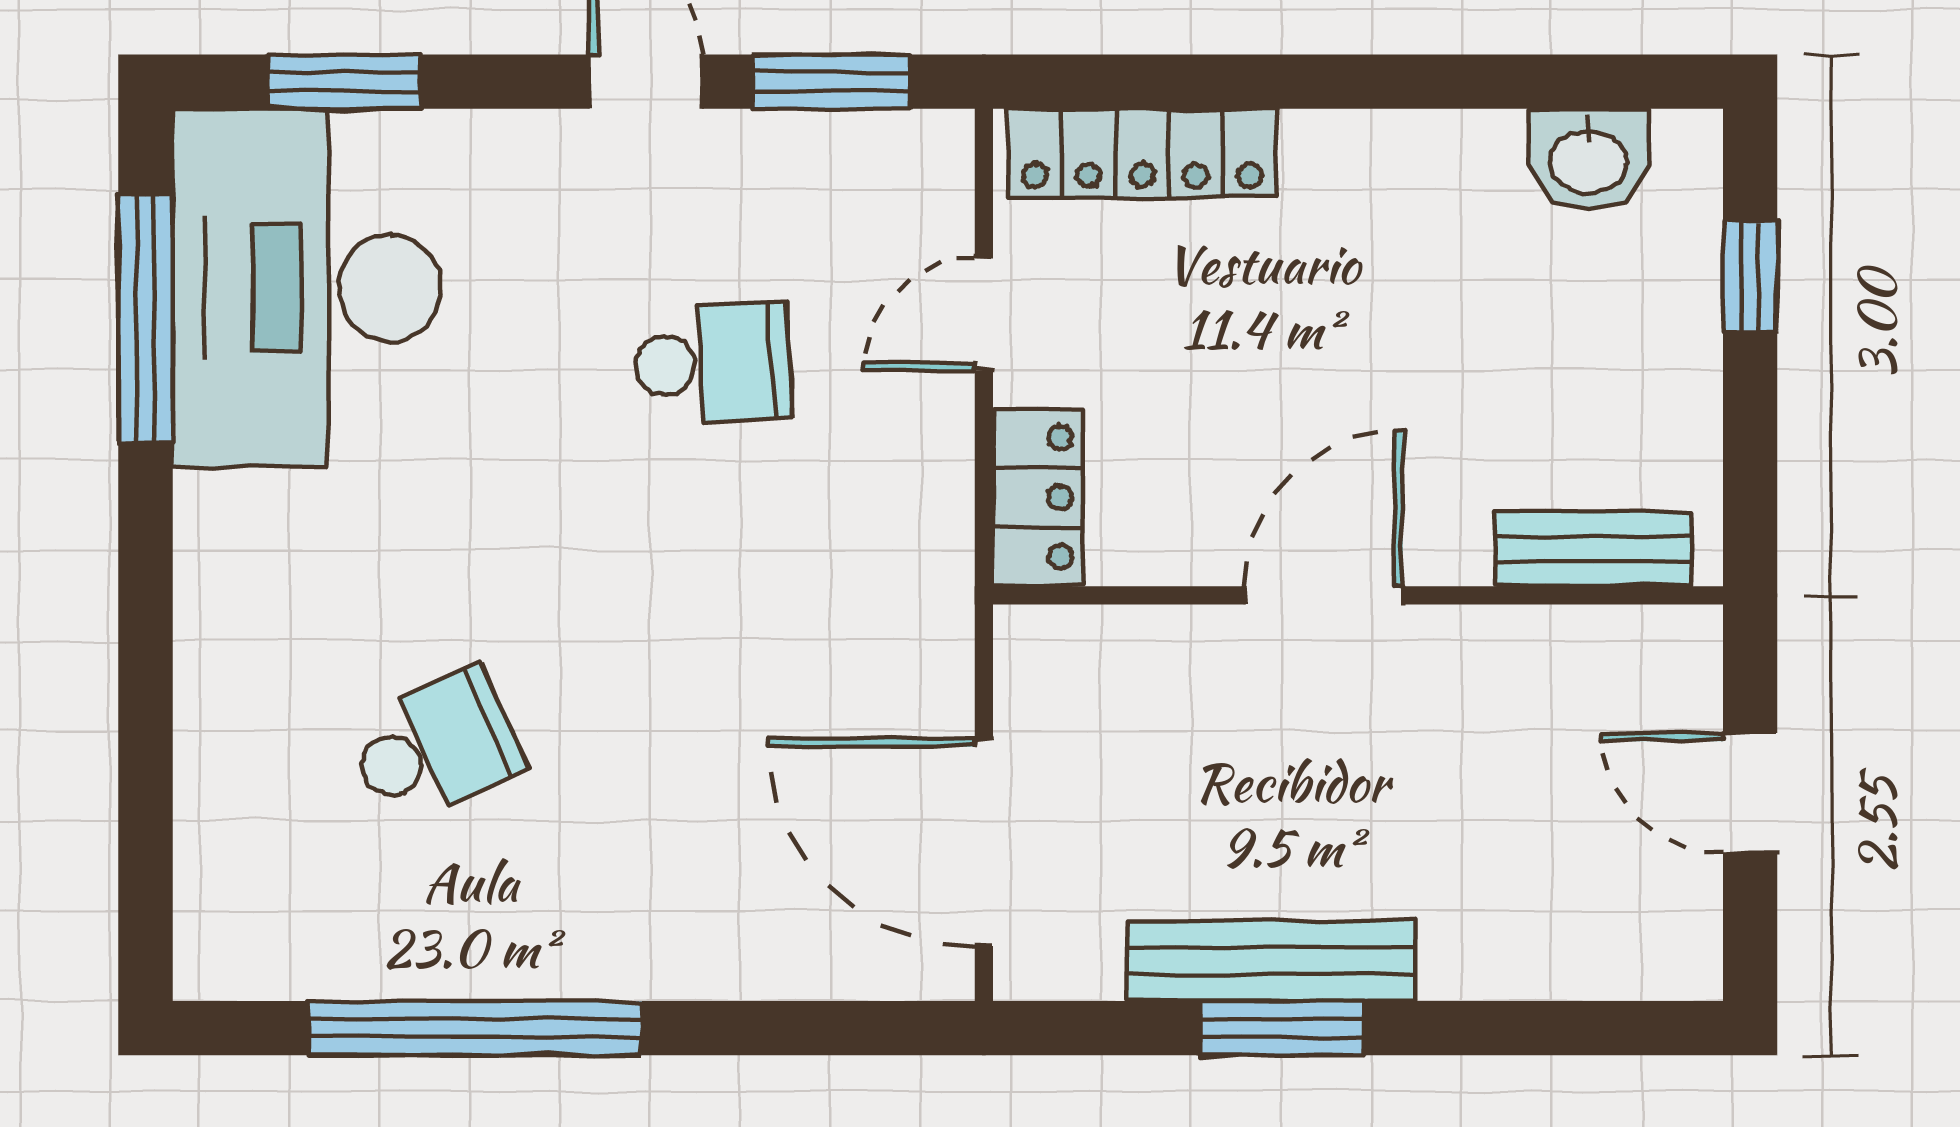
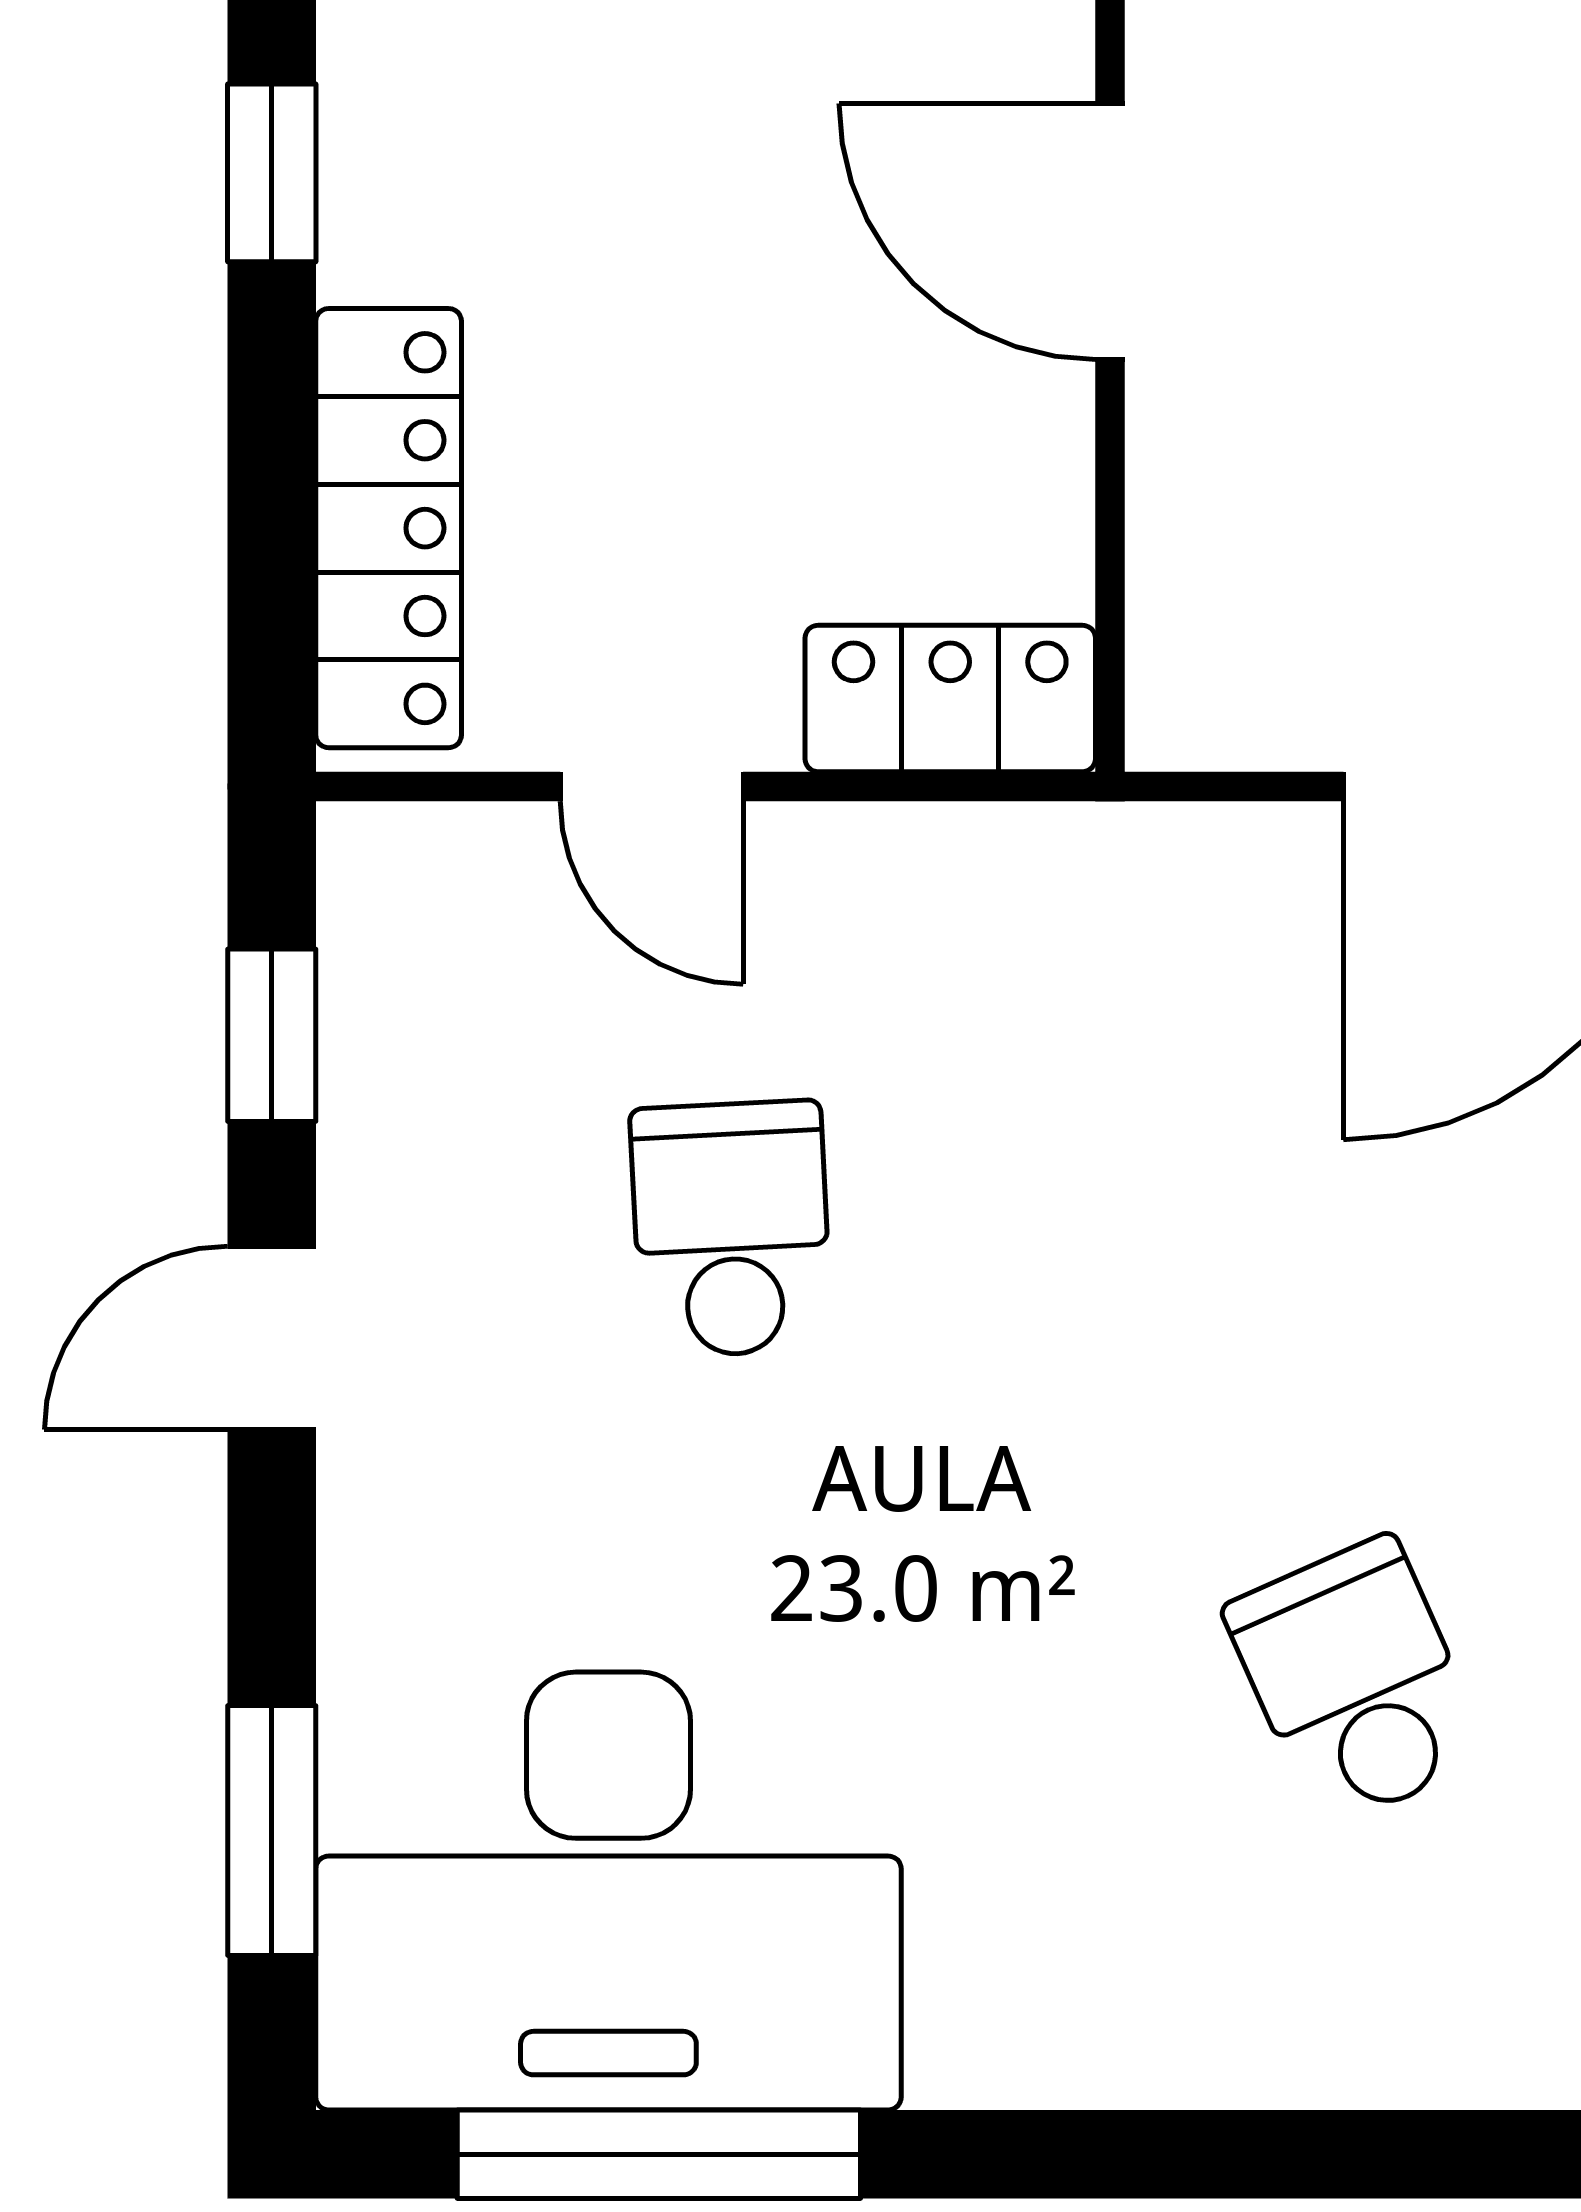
window: (831, 82) -> (272, 1035), width x0.67
window: (1360, 82) -> (272, 173), added

